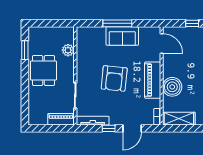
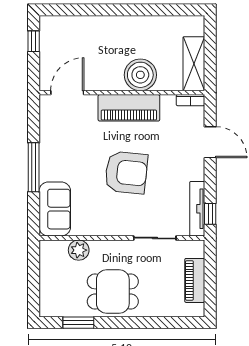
sofa: (122, 36) -> (55, 209), moved
piano: (61, 119) -> (195, 280), moved
window: (109, 128) -> (210, 214), moved

